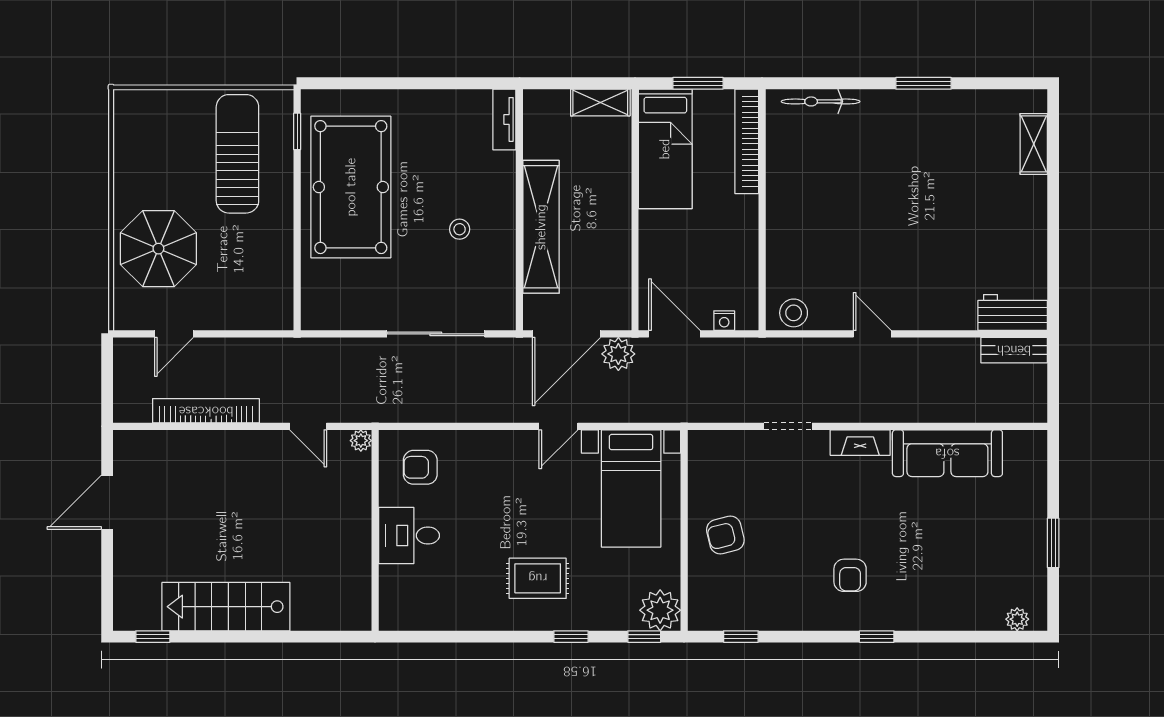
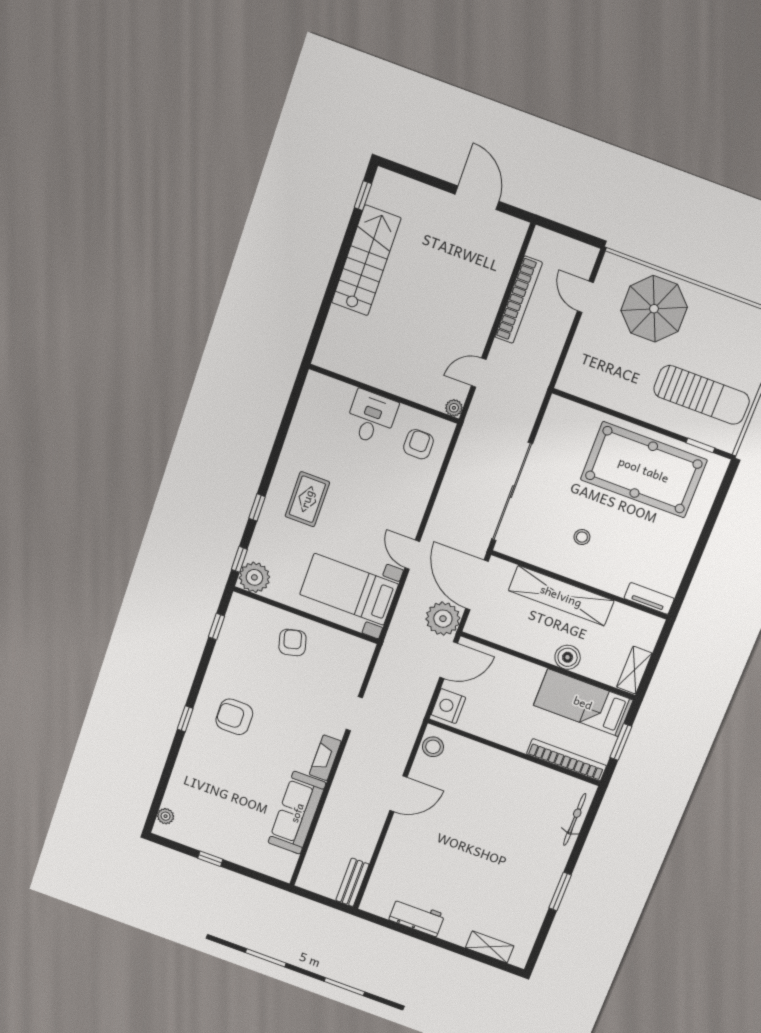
boiler: (615, 190) -> (568, 657), added
workbench: (1013, 313) -> (417, 917), moved, turned -90
nightstand: (724, 321) -> (448, 706), width x1.89, depth x1.79
sliding door: (436, 334) -> (512, 492), width x1.36
door: (872, 334) -> (398, 794), width x1.38
plant: (618, 354) -> (443, 619), width x1.36, depth x1.36
window: (1053, 543) -> (210, 859), width x0.67
armchair: (850, 575) -> (234, 717), width x1.38, depth x1.38

